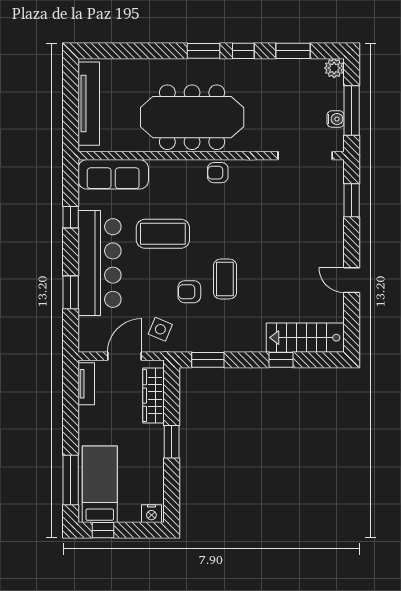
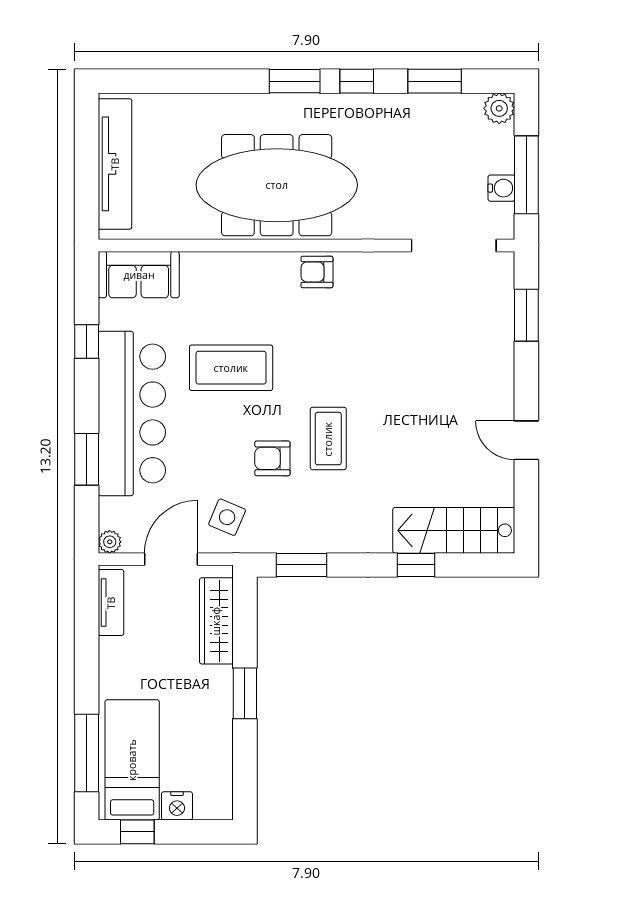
sofa: (113, 174) -> (139, 275), width x0.73
plant: (85, 345) -> (110, 542), added
nightstand: (151, 514) -> (177, 806), moved

